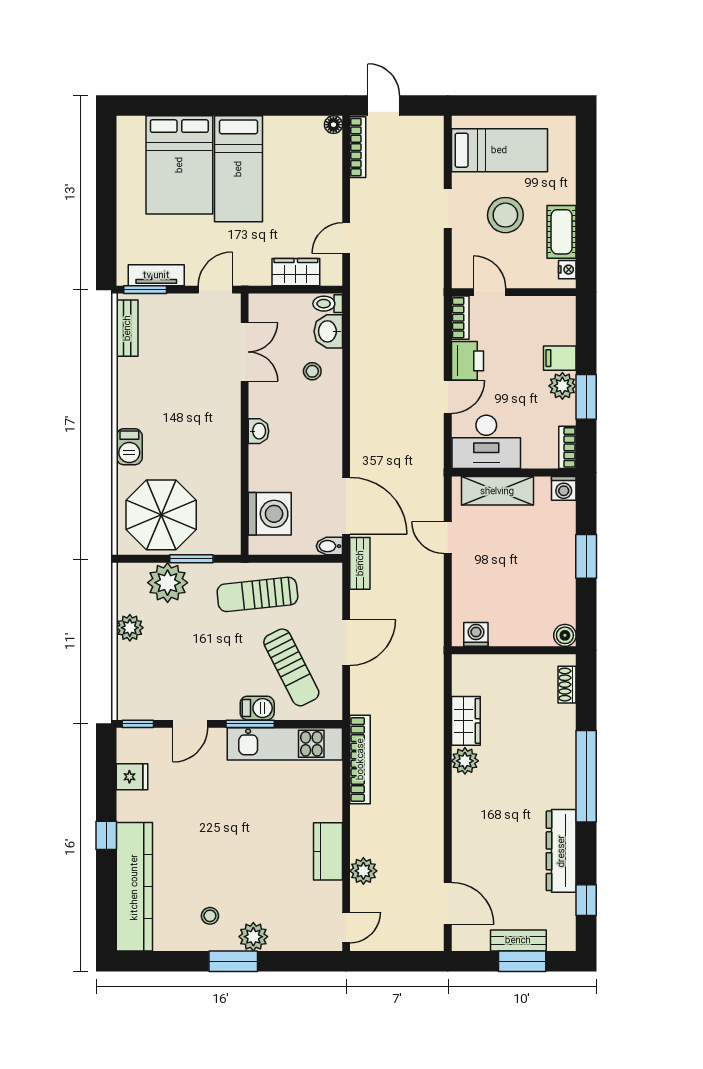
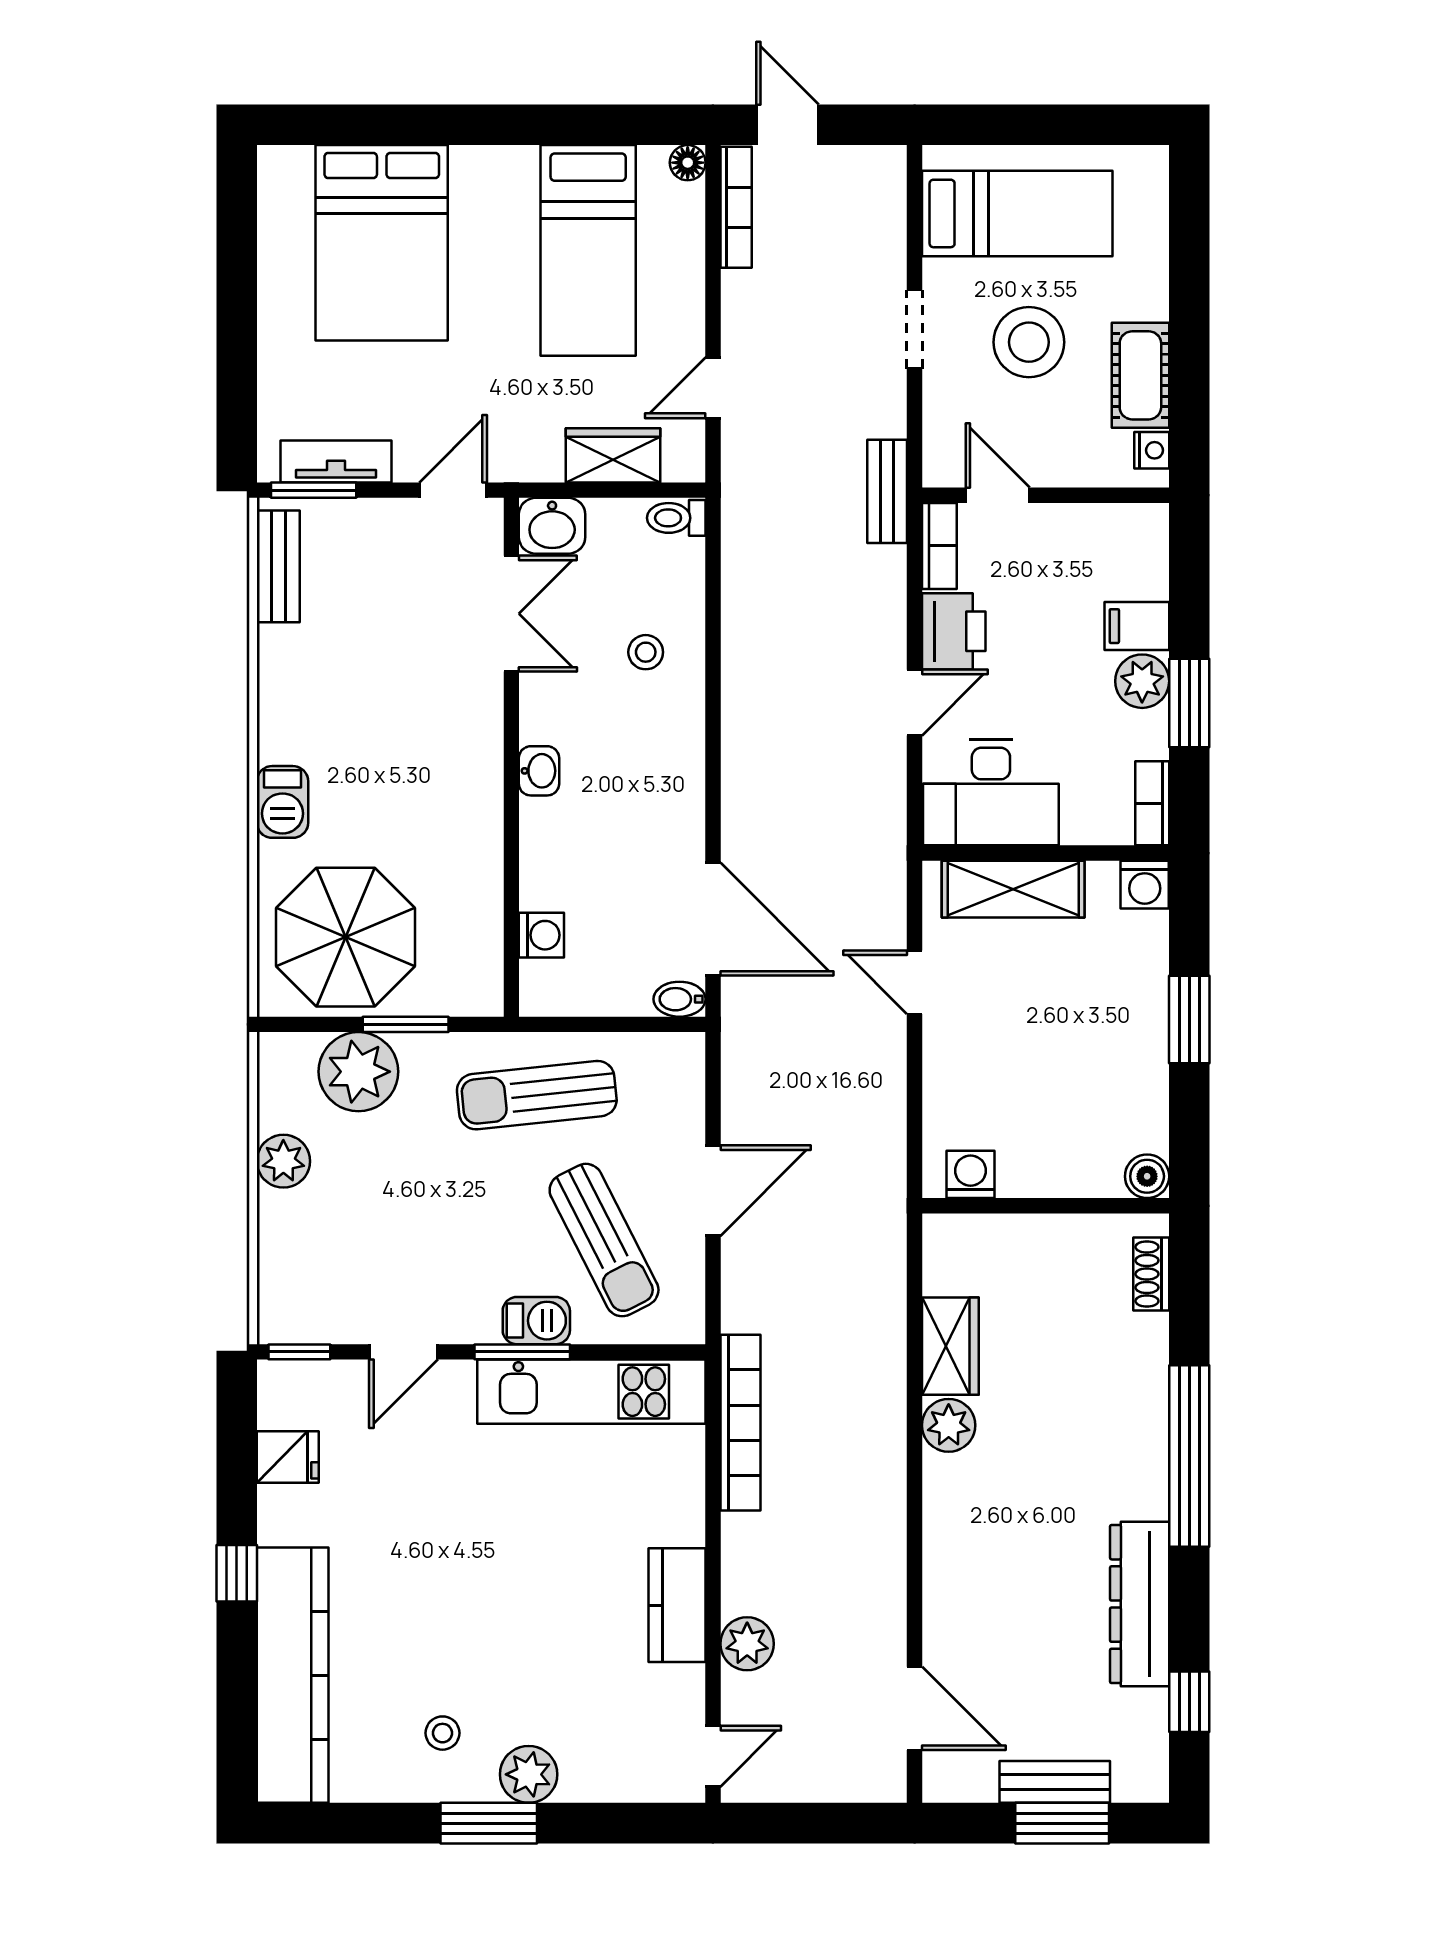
bed: (238, 169) -> (588, 250), moved
washbasin: (328, 331) -> (552, 526), moved, turned -90
washing machine: (270, 514) -> (541, 935), width x0.53, depth x0.53
bench: (360, 563) -> (887, 491), moved

